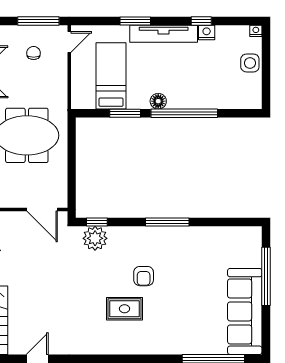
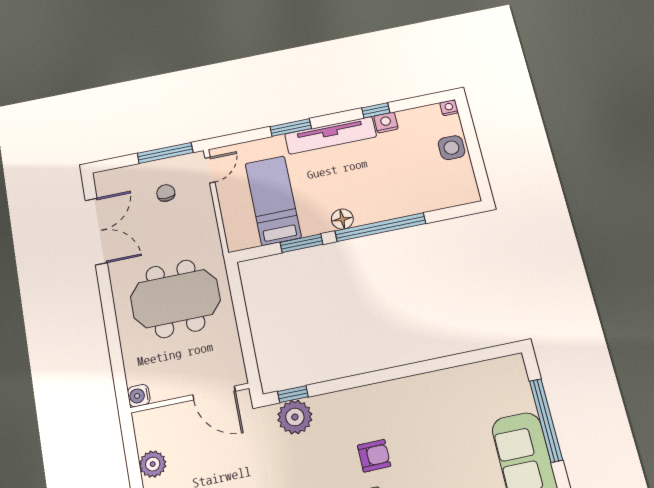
window: (167, 222) -> (390, 374), removed
armchair: (144, 276) -> (374, 456), turned -91

